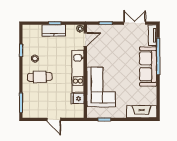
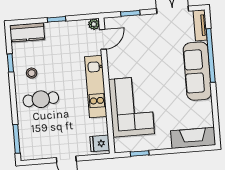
kitchen counter: (54, 31) -> (27, 32), moved
fridge: (78, 99) -> (100, 143), moved

